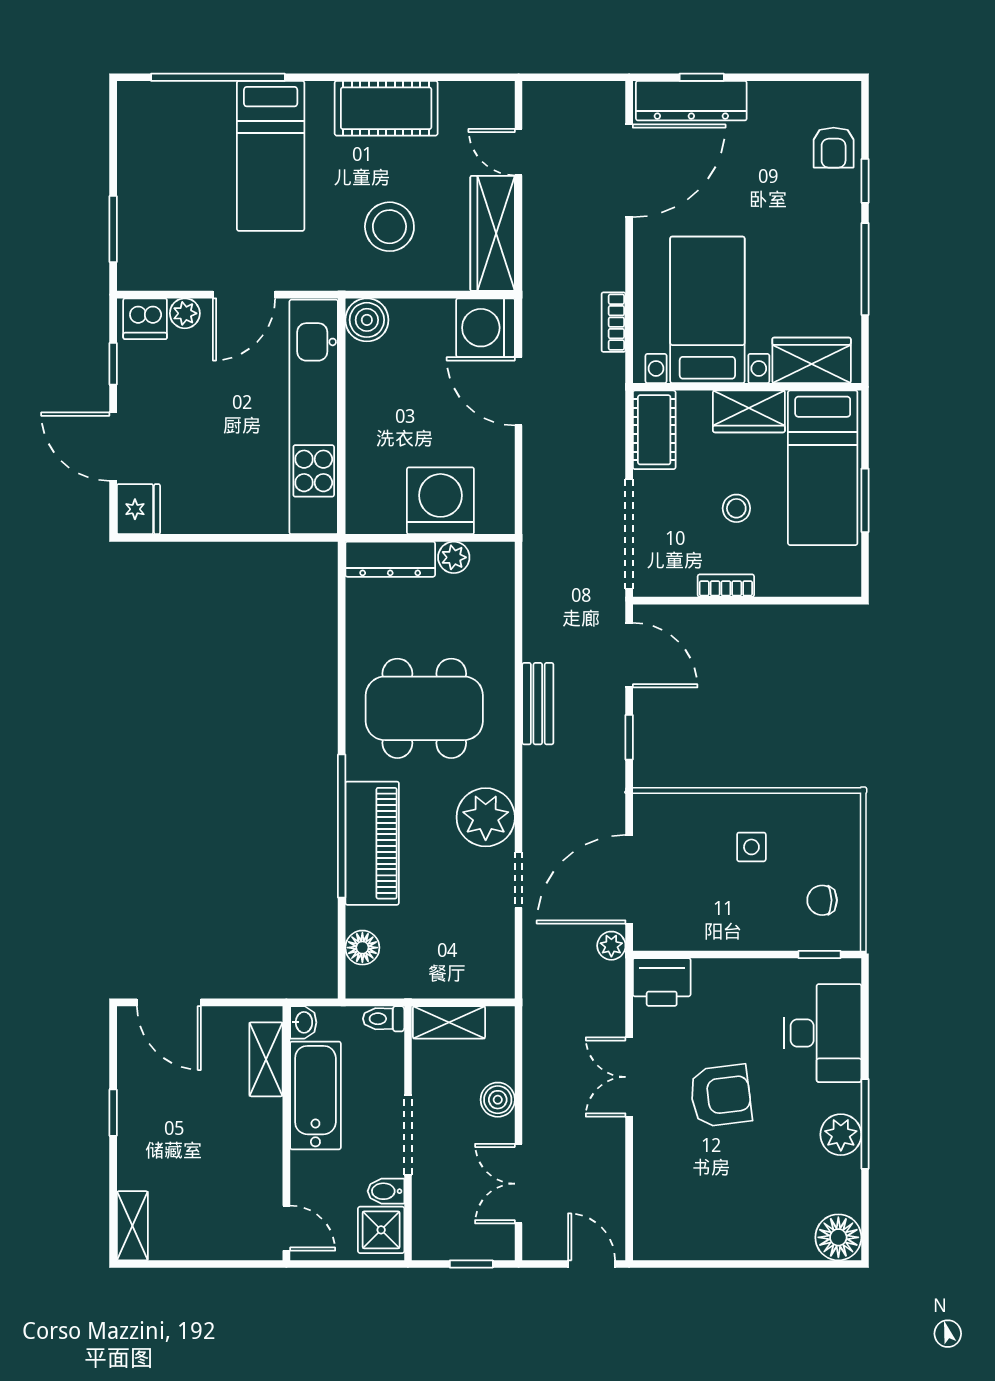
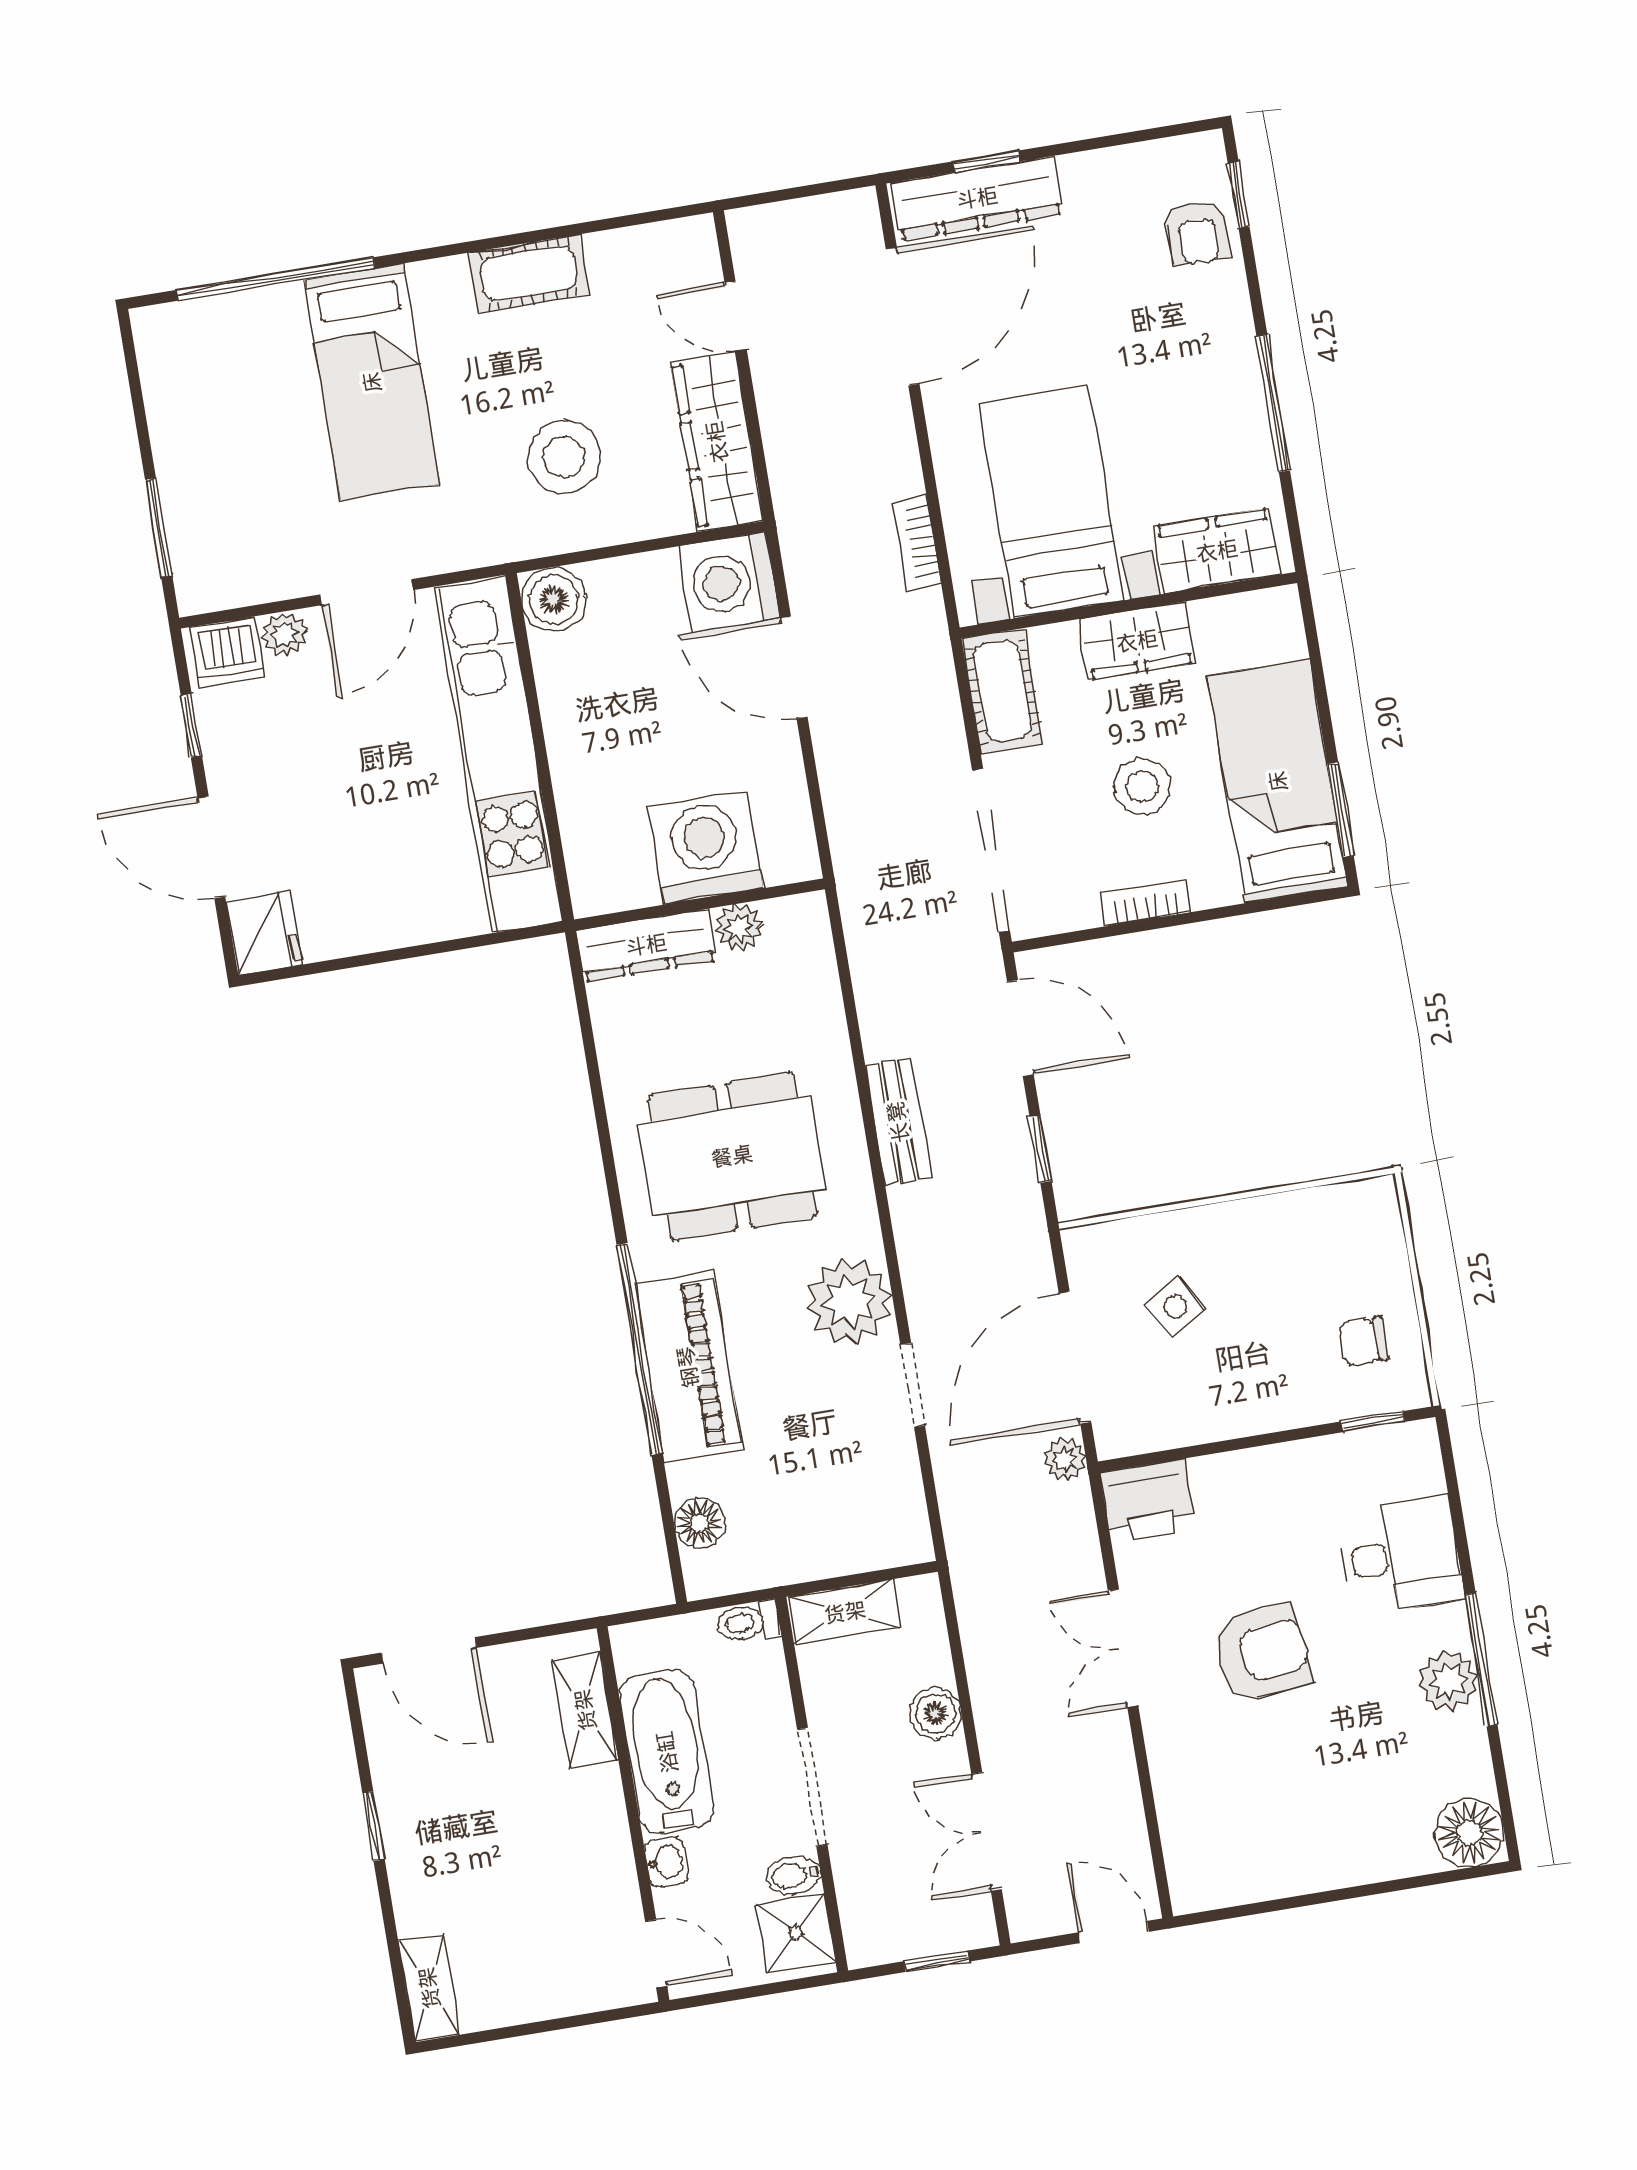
cot: (386, 108) -> (529, 274), width x0.73, depth x0.75
window: (865, 181) -> (1239, 195), moved
bed: (823, 468) -> (1278, 781), moved, turned 180
window: (865, 500) -> (1340, 810), moved
stool: (736, 508) -> (1142, 786), width x1.37, depth x1.37
side table: (751, 847) -> (1175, 1307), moved, turned -30
washbasin: (303, 1022) -> (666, 1862), moved
desk: (823, 1033) -> (1400, 1556), width x0.73

